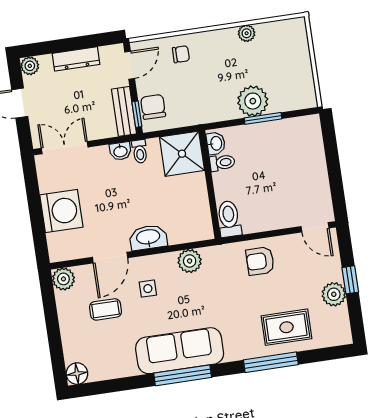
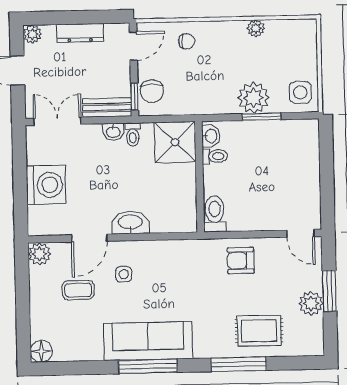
side table: (298, 90) -> (300, 92), added
chair: (153, 107) -> (152, 91), turned 180
bench: (124, 111) -> (107, 108), moved, turned 90
plant: (190, 261) -> (169, 252), removed
window: (350, 280) -> (329, 291), width x1.50

